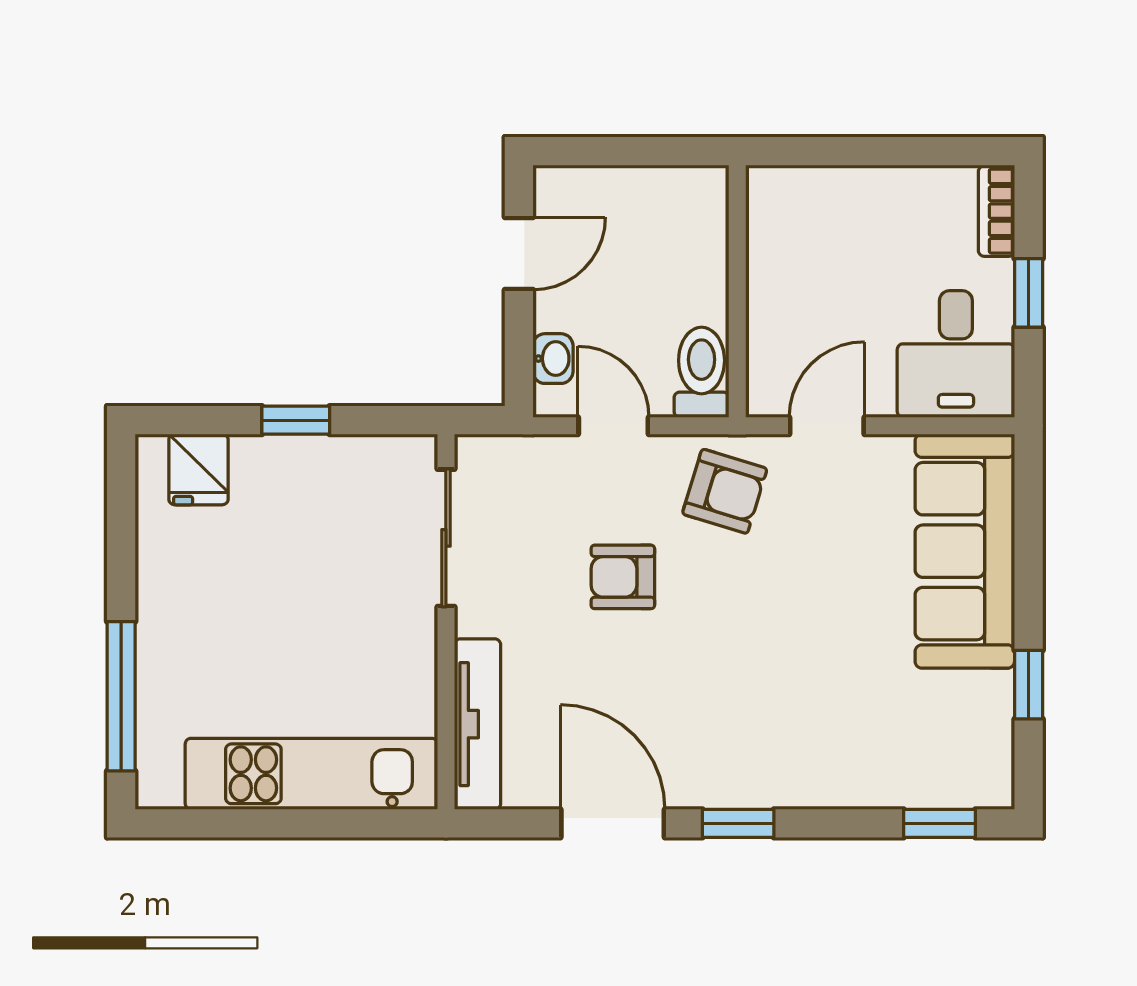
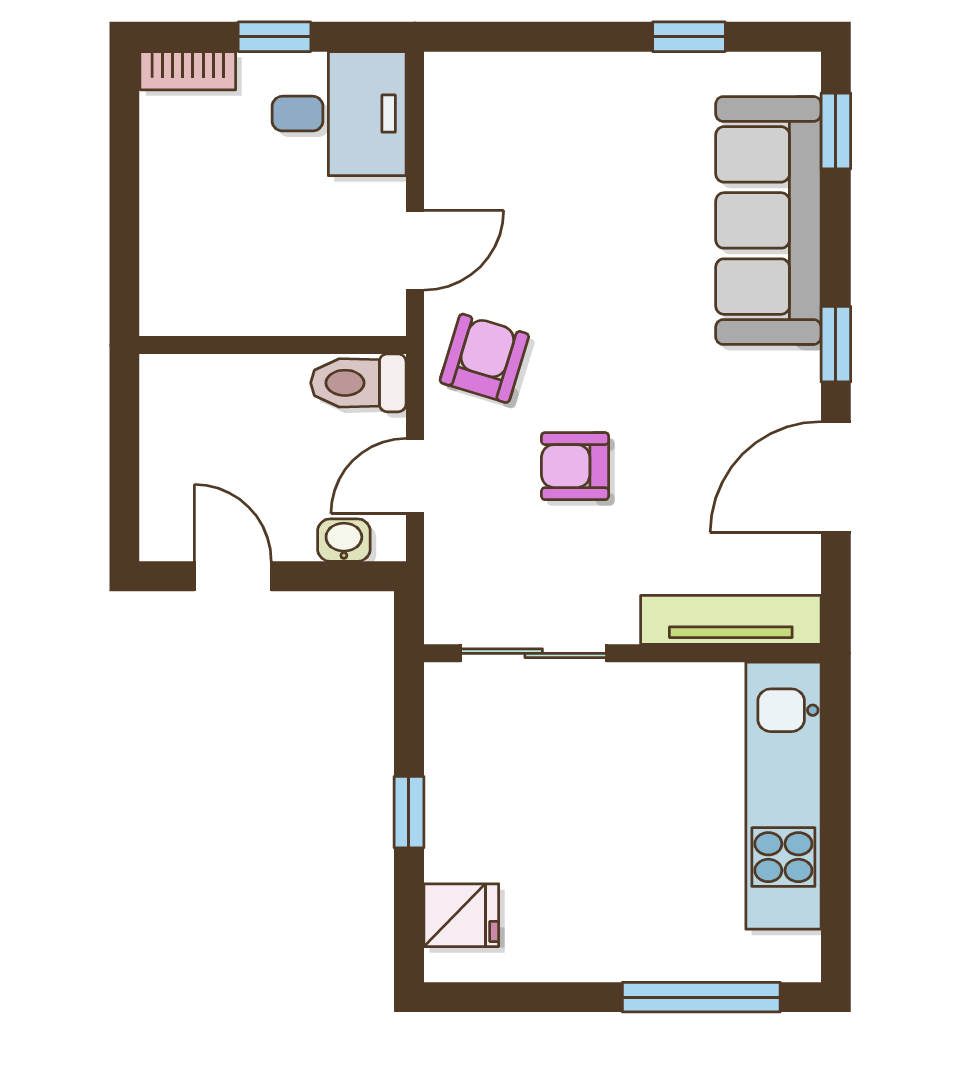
door: (827, 426) -> (415, 250), swing flipped
sofa: (965, 551) -> (768, 220), moved, turned 90
armchair: (623, 577) -> (575, 466), turned 90

